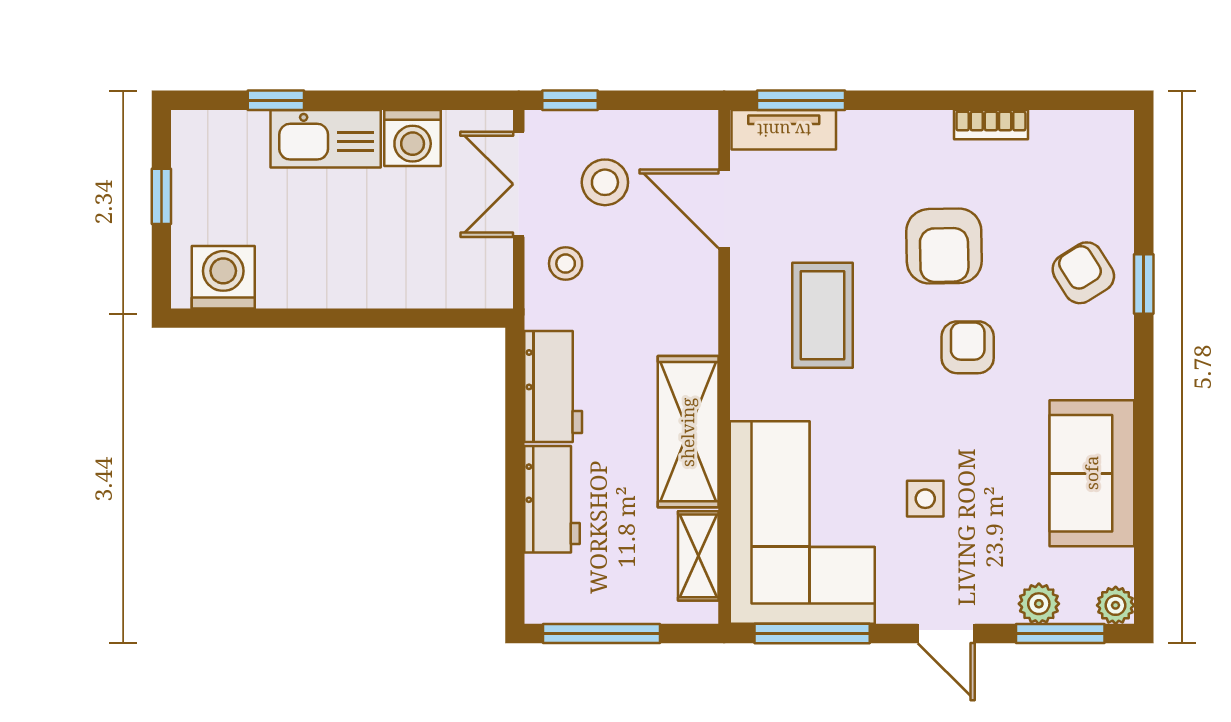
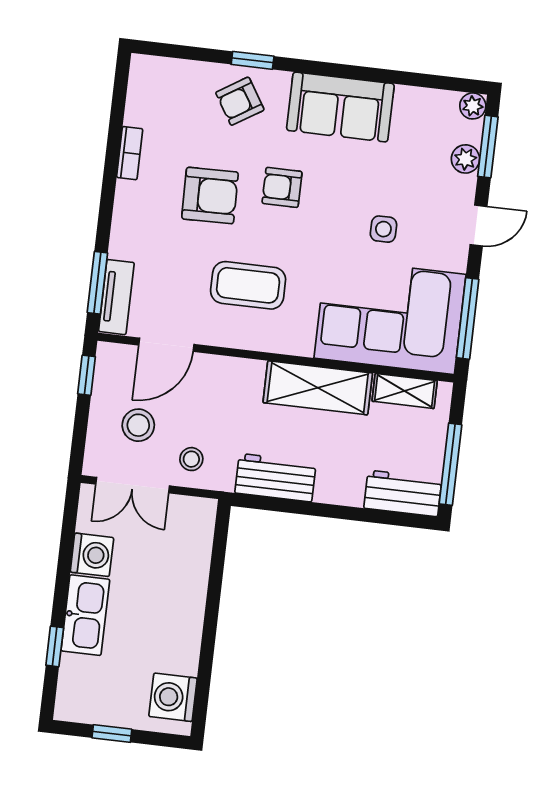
window: (570, 100) -> (87, 375), moved
sofa: (1092, 473) -> (340, 107), moved
workbench: (552, 499) -> (403, 493), moved

